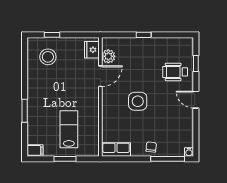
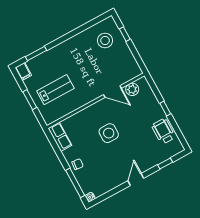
fridge: (92, 50) -> (130, 73), removed
wheelchair: (175, 72) -> (163, 131), moved
window: (25, 111) -> (36, 54), moved

